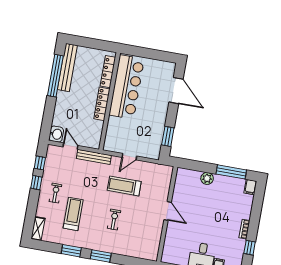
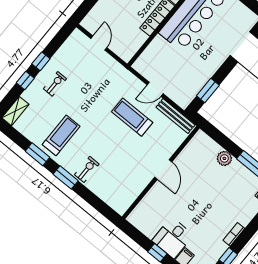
washbasin: (56, 134) -> (91, 22), removed
bench: (94, 157) -> (175, 116), moved
window: (40, 163) -> (25, 80), moved
treadmill: (73, 214) -> (61, 135), moved
exercise bike: (114, 220) -> (87, 169), moved

